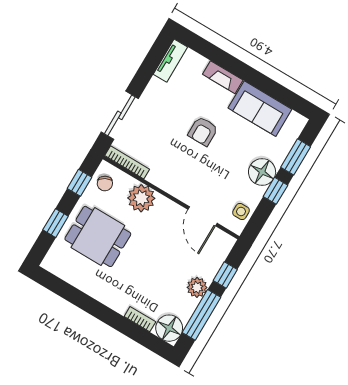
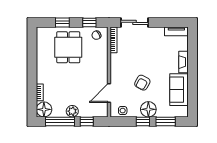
armchair: (203, 131) -> (142, 83), moved, turned -61
plant: (141, 198) -> (100, 57), removed

